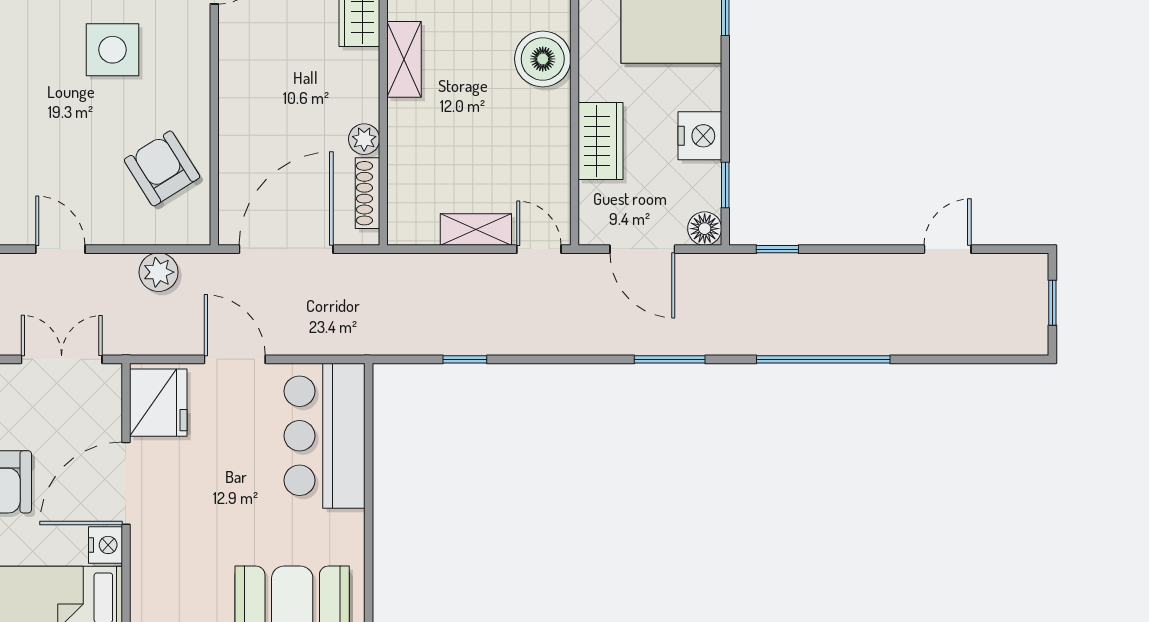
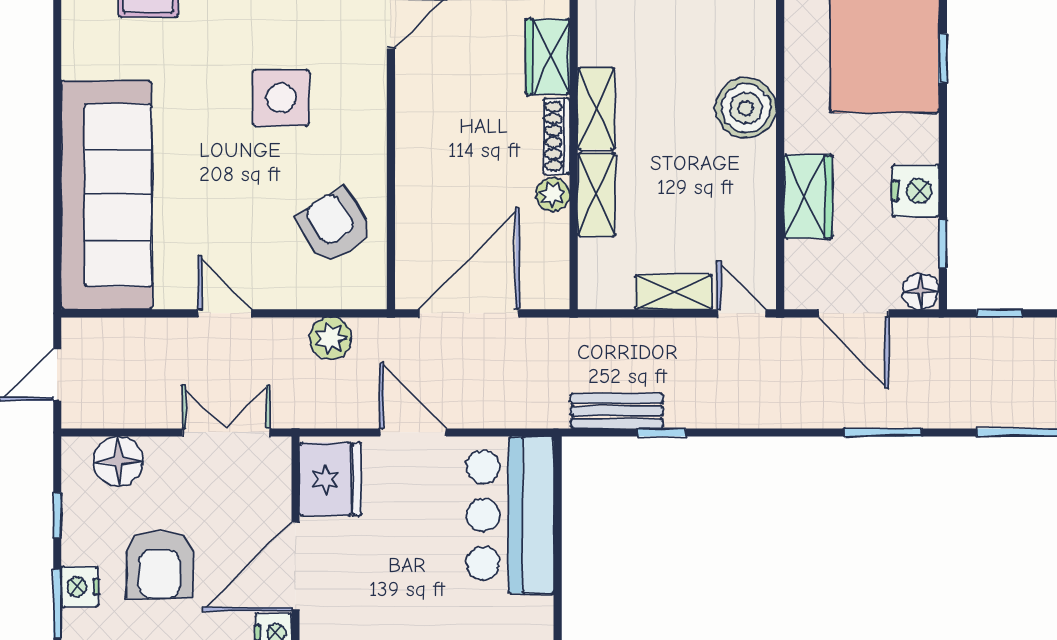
shelving: (404, 139) -> (596, 195), added
shoe rack: (368, 193) -> (557, 136), moved
bench: (423, 339) -> (617, 411), added

